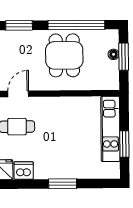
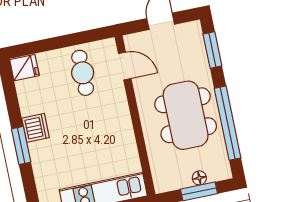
dining table: (64, 55) -> (186, 115), width x1.38
dishwasher: (24, 170) -> (36, 128), moved

